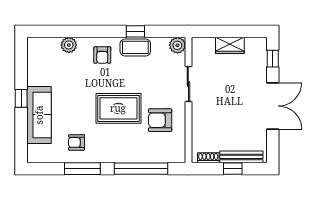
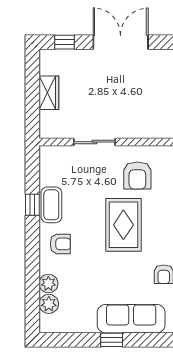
plant: (177, 45) -> (49, 304), moved

